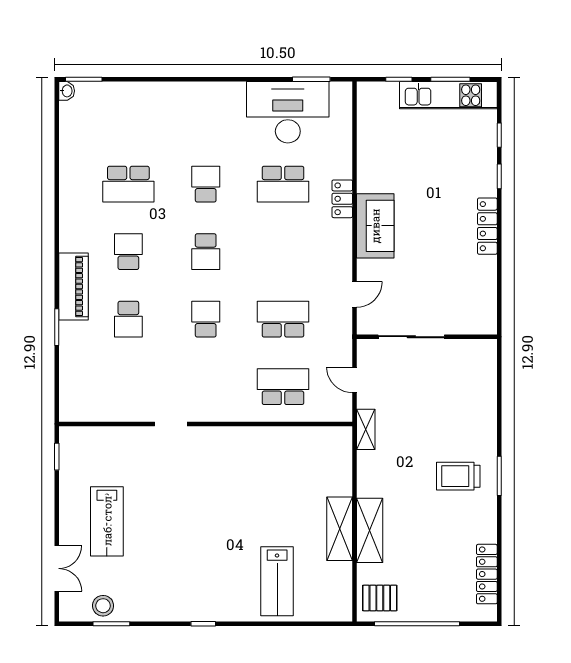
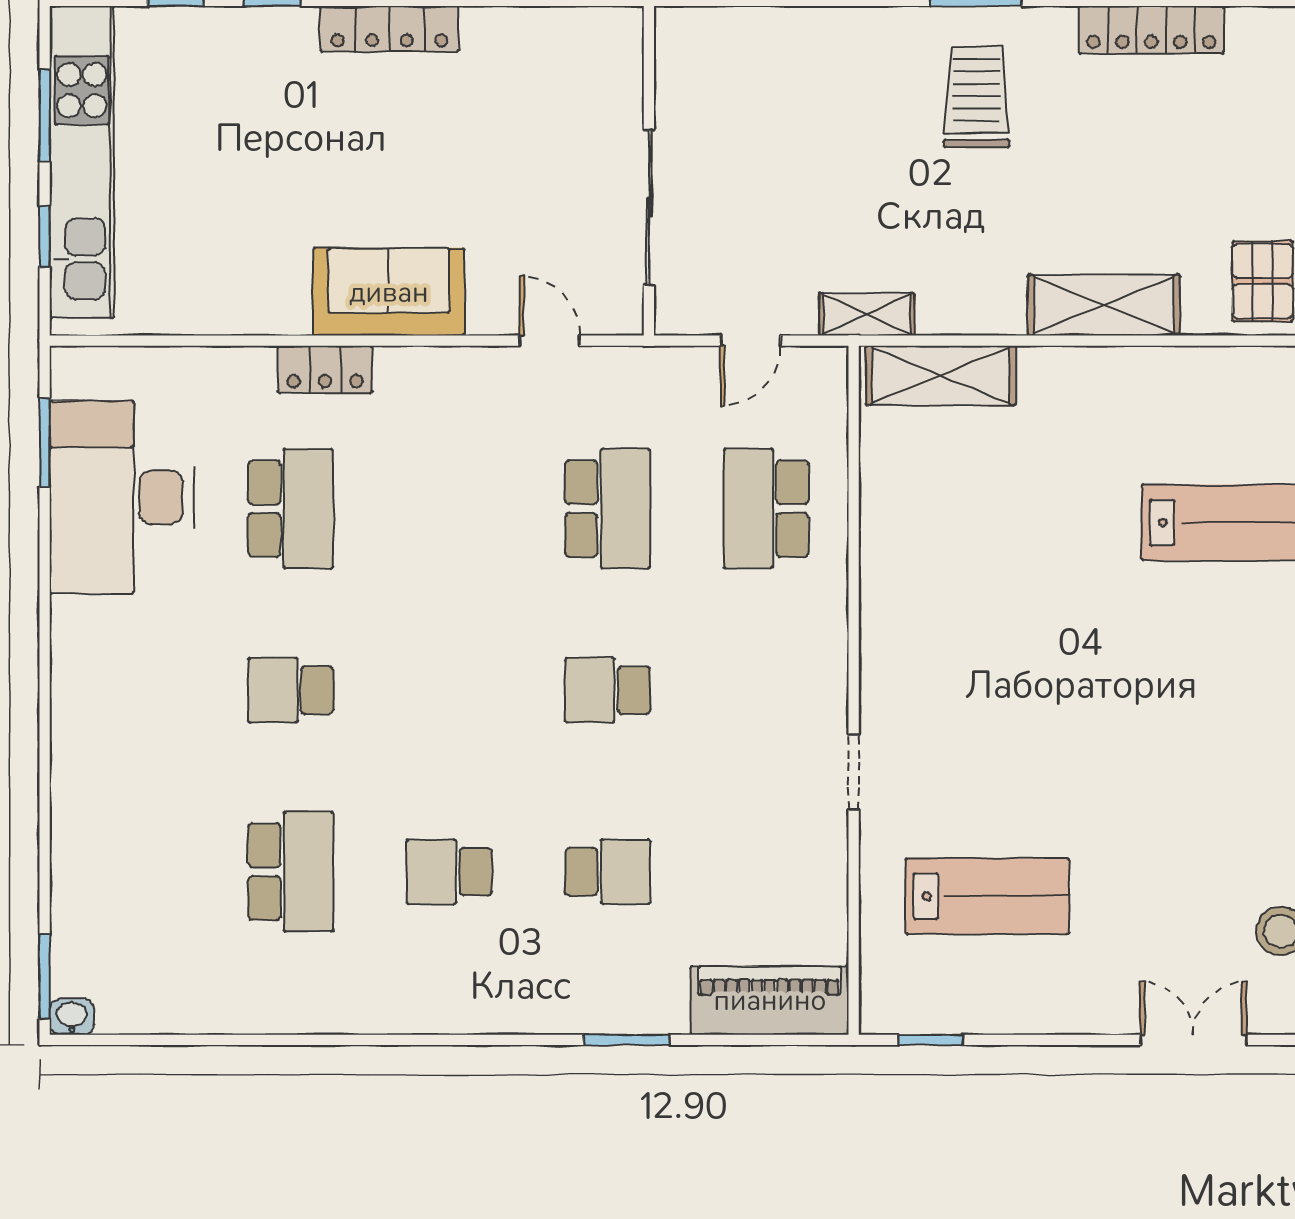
kitchen unit: (448, 95) -> (82, 162), width x1.36
school desk: (206, 252) -> (449, 690), removed
piano: (74, 286) -> (770, 1000), moved
school desk: (283, 319) -> (608, 509), turned 180
trolley: (458, 476) -> (976, 97), turned 180
lab bench: (107, 521) -> (987, 896), moved
shelving: (340, 529) -> (941, 375), moved
locker: (487, 574) -> (1151, 30), moved

